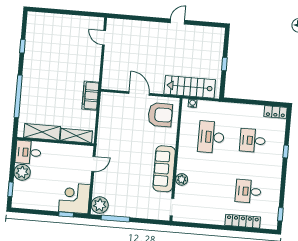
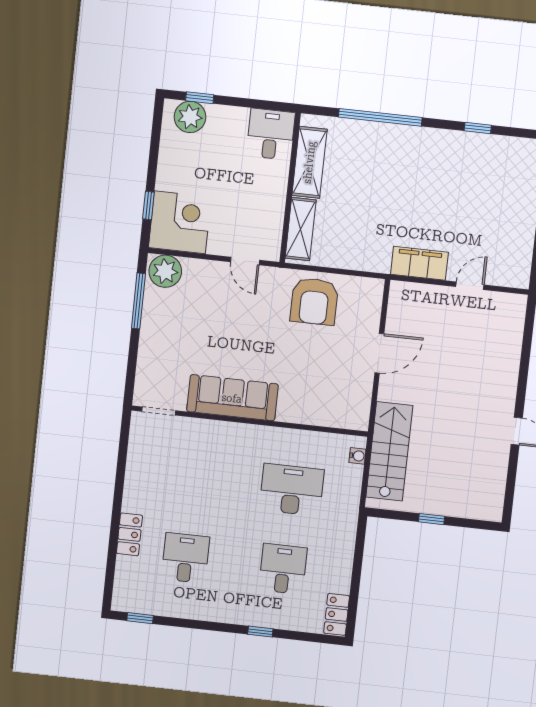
door: (104, 38) -> (470, 286), moved
filing cabinet: (90, 96) -> (419, 263), moved
armchair: (160, 115) -> (314, 301), moved
plant: (22, 172) -> (190, 117), moved
plant: (182, 179) -> (211, 431), removed
locker: (243, 221) -> (129, 534), width x0.66

